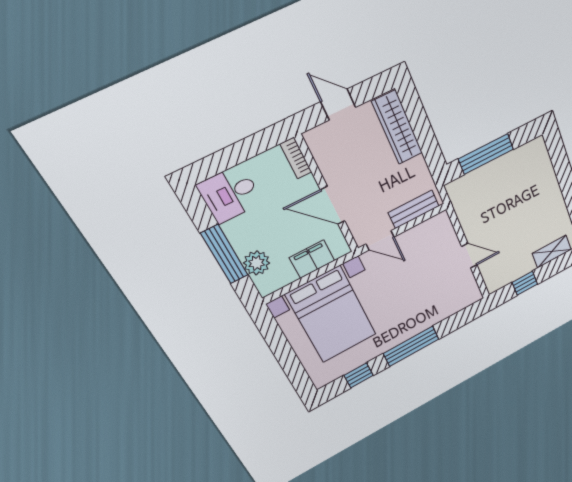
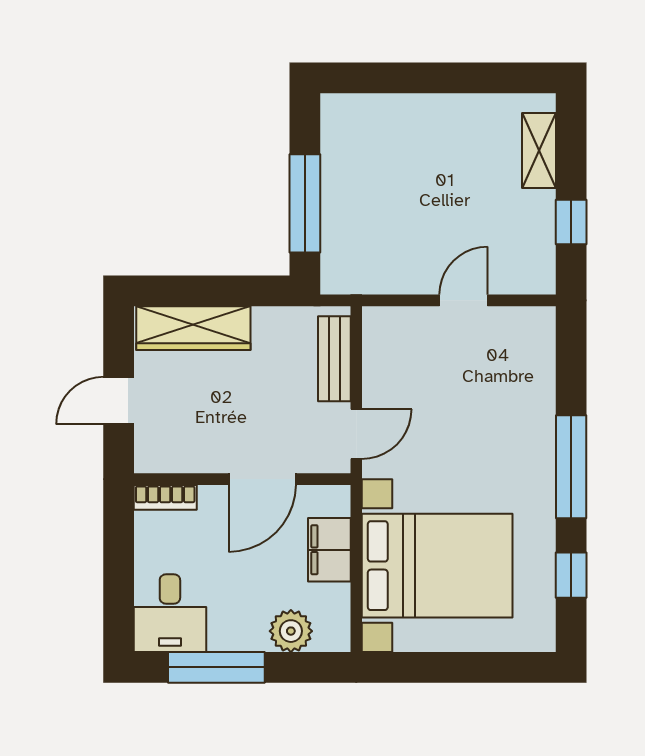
window: (224, 254) -> (216, 667), moved

